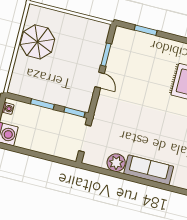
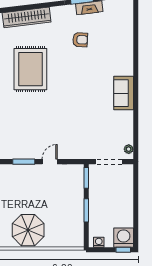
plant: (116, 163) -> (129, 149), moved, width x0.53, depth x0.53
sofa: (149, 170) -> (124, 93), width x0.73

